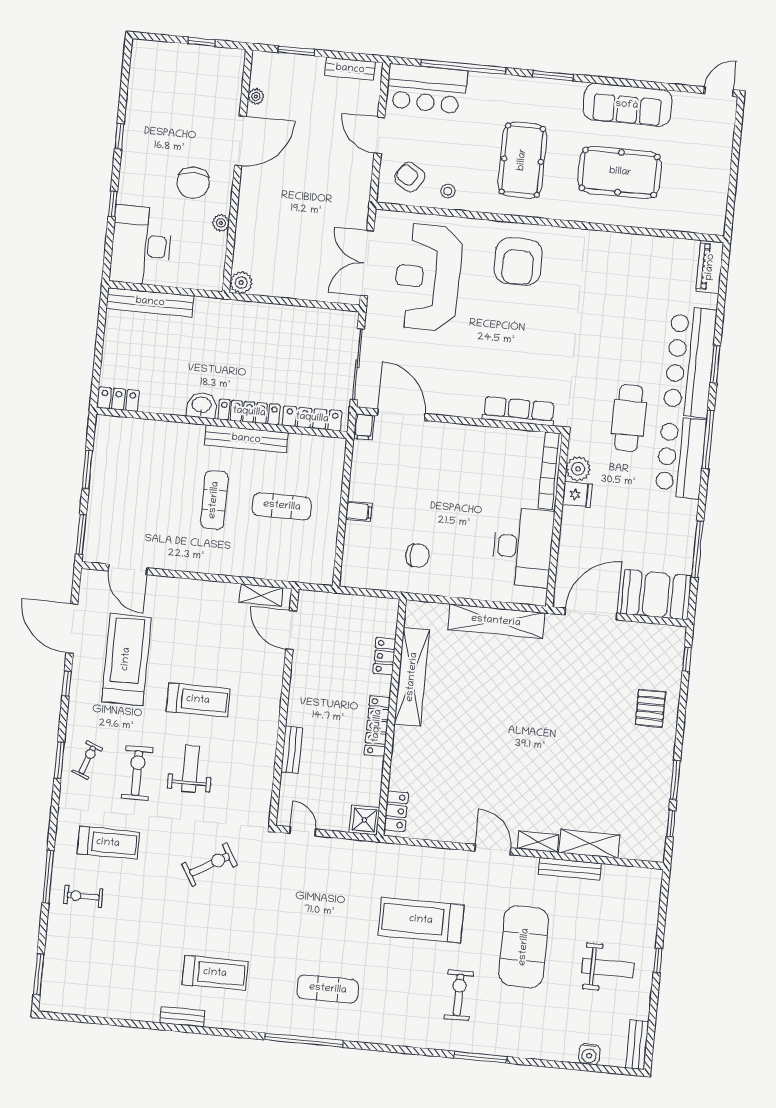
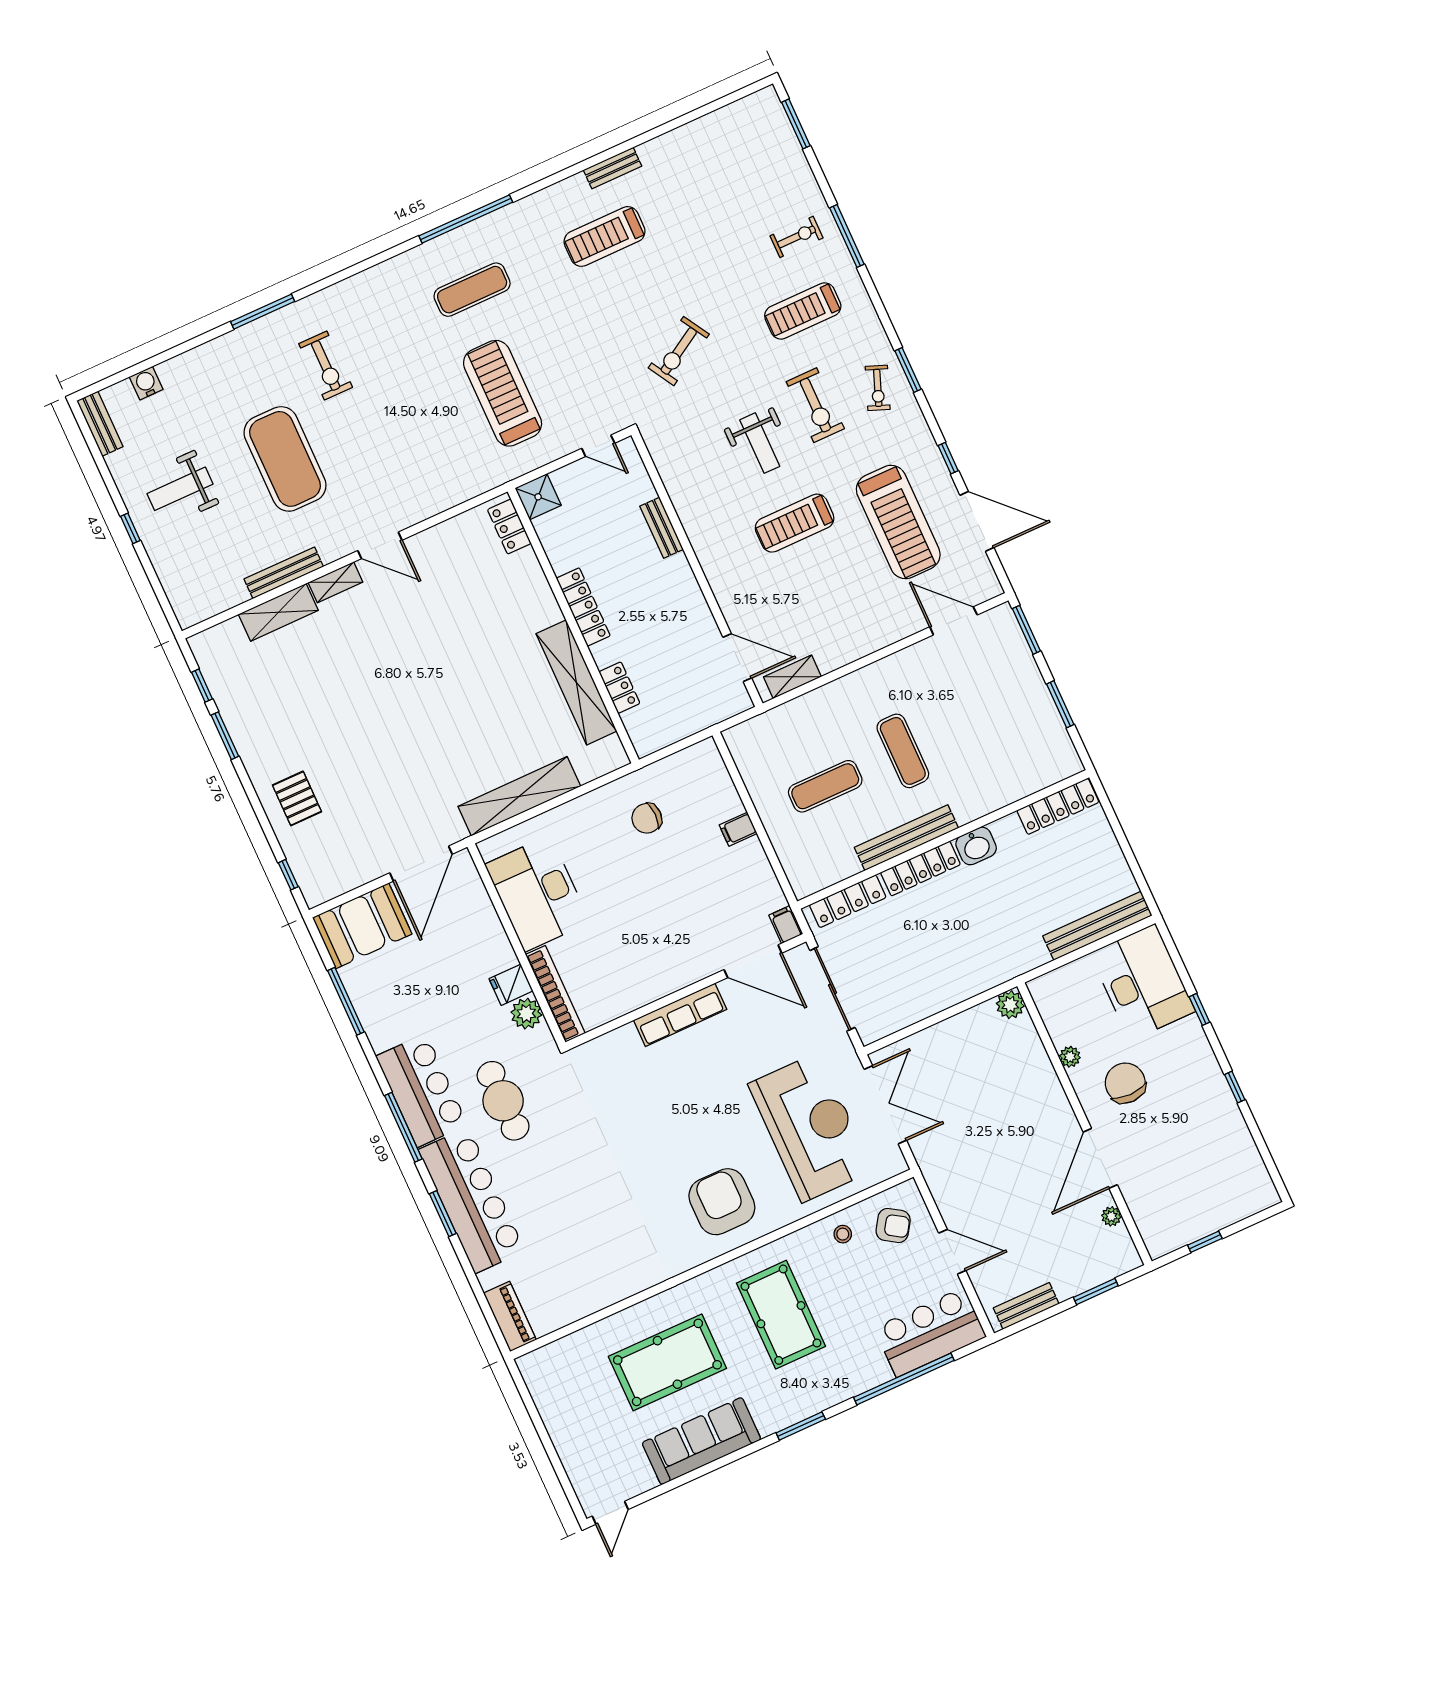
locker: (118, 399) -> (1058, 806), width x1.53
row of seats: (519, 411) -> (680, 1015), moved
treadmill: (421, 920) -> (503, 393), moved, turned -90

